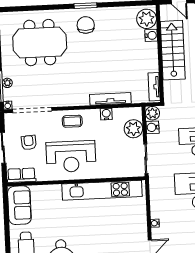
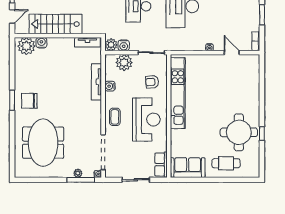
armchair: (29, 143) -> (152, 82), moved

